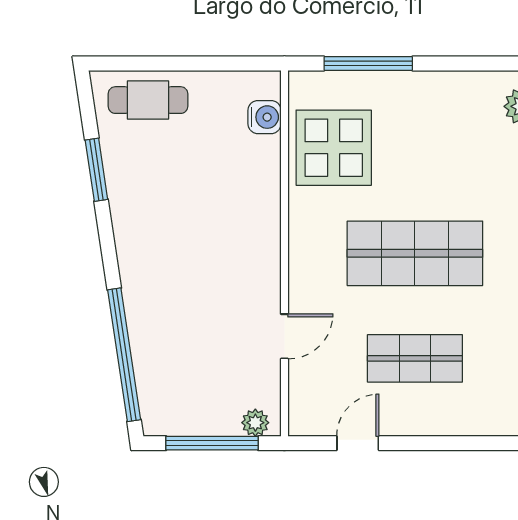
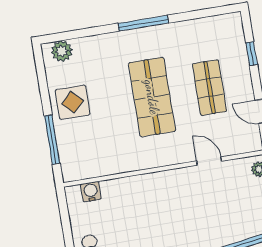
display table: (334, 148) -> (73, 102), moved, width x0.73, depth x0.73
window: (463, 443) -> (252, 54), added

